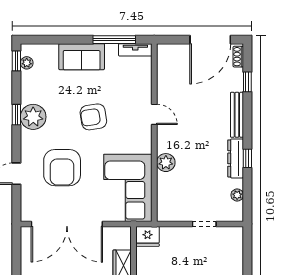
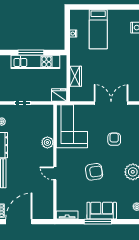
window: (114, 40) -> (98, 222), moved
armchair: (62, 168) -> (114, 139), width x0.53, depth x0.53
double door: (67, 224) -> (111, 103), width x0.73

